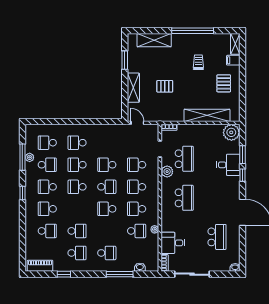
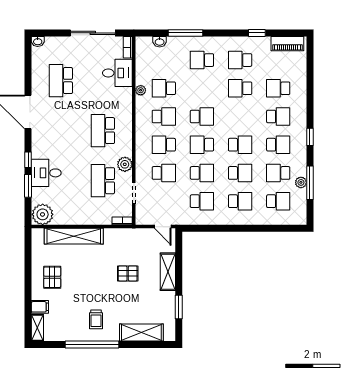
trolley: (198, 62) -> (96, 319), moved
school desk: (107, 143) -> (202, 201), added
school desk: (137, 187) -> (164, 145), turned 180

